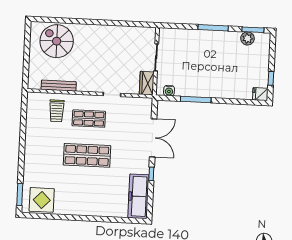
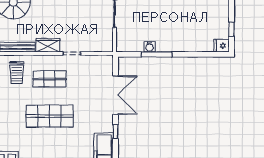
wardrobe: (147, 83) -> (48, 45), moved, turned 90
water cooler: (169, 91) -> (150, 47), moved

